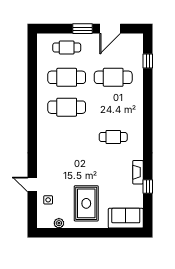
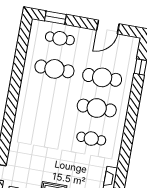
window: (82, 29) -> (55, 18), moved
cafe table: (67, 107) -> (97, 108), moved

